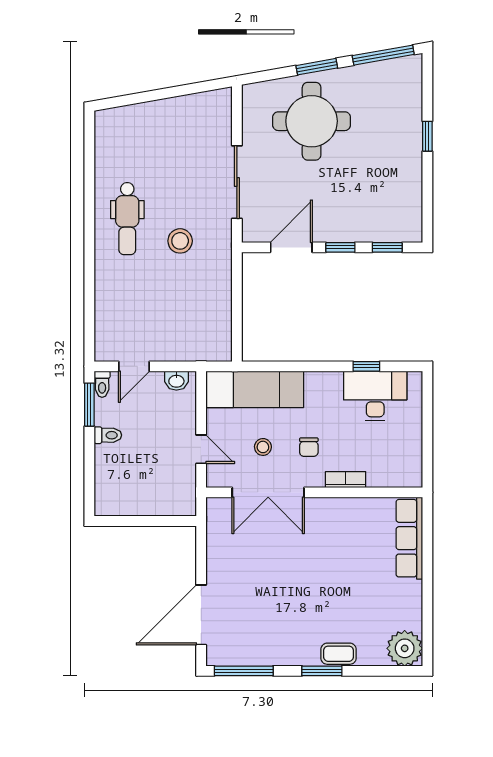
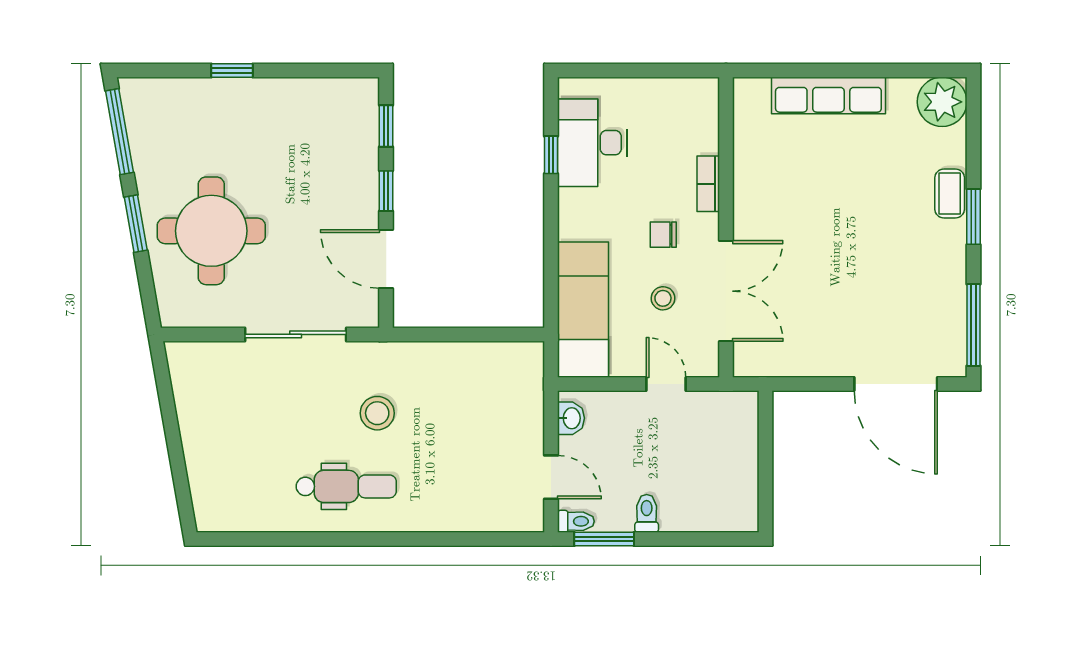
chair: (309, 447) -> (663, 235), turned 180
door: (201, 449) -> (666, 384), hinge flipped
row of seats: (409, 538) -> (828, 95), moved

